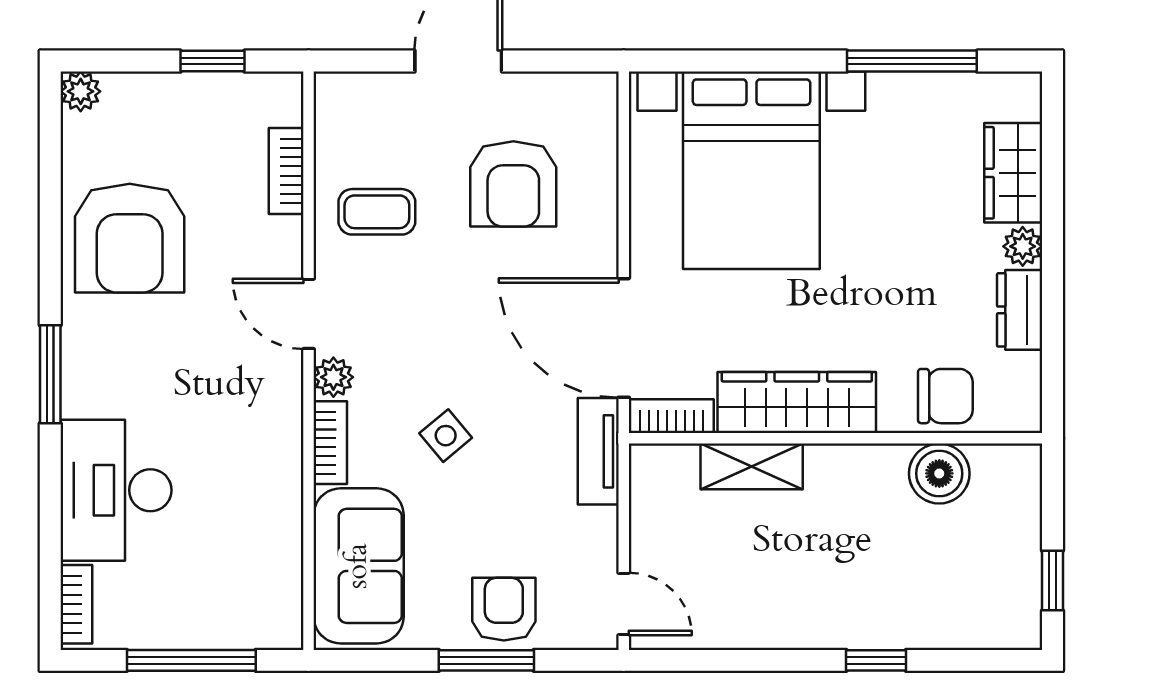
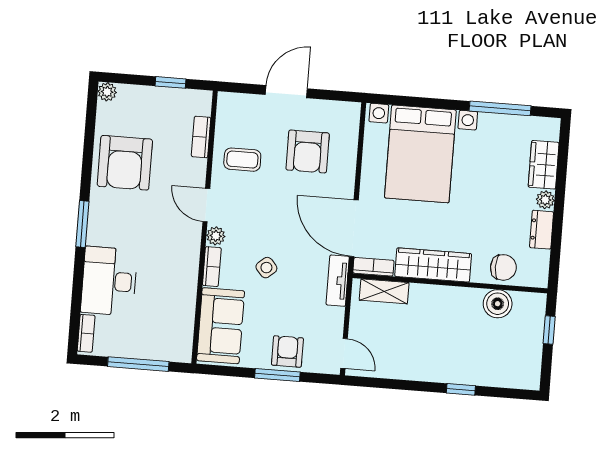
shelving: (752, 466) -> (384, 291), moved
window: (1053, 581) -> (549, 330), moved

